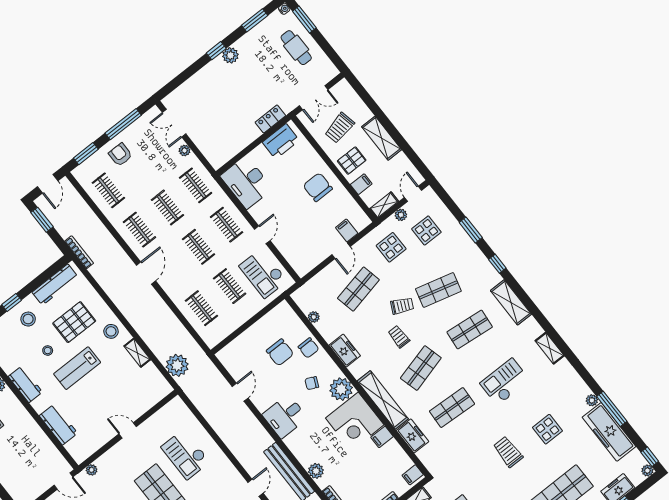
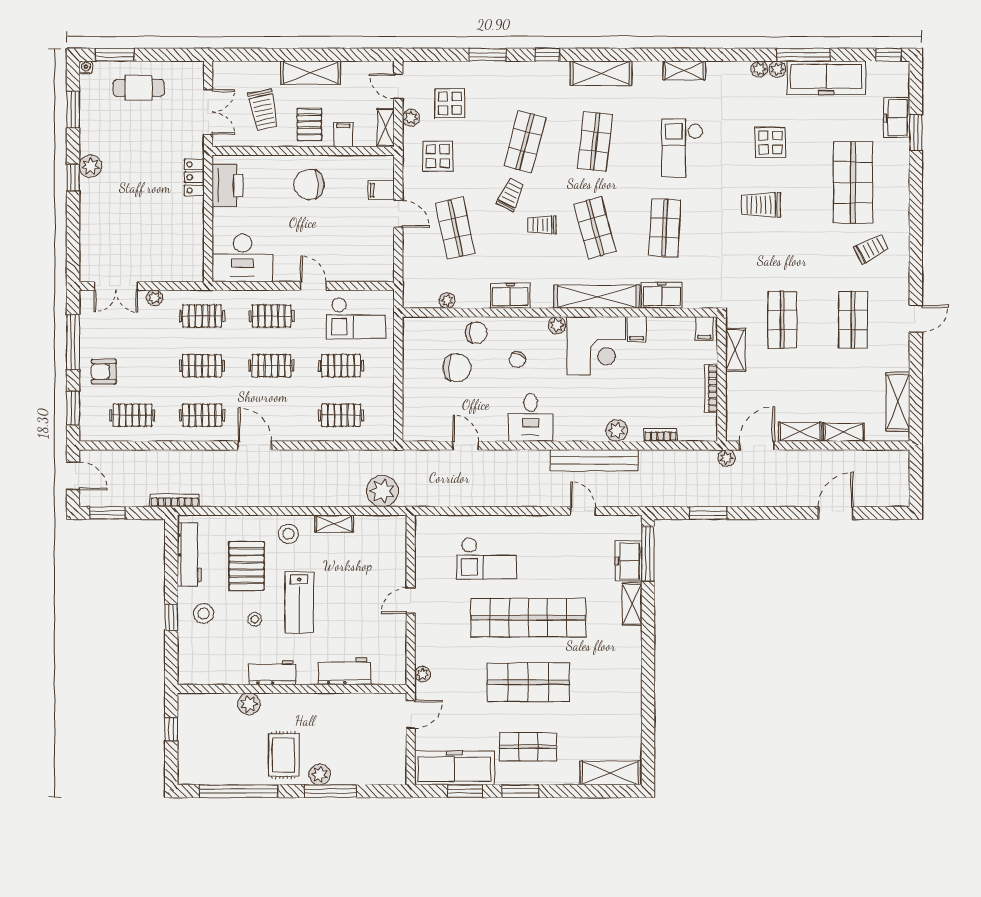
plant: (341, 389) -> (557, 325), width x0.53, depth x0.53
plant: (647, 471) -> (759, 69), moved

